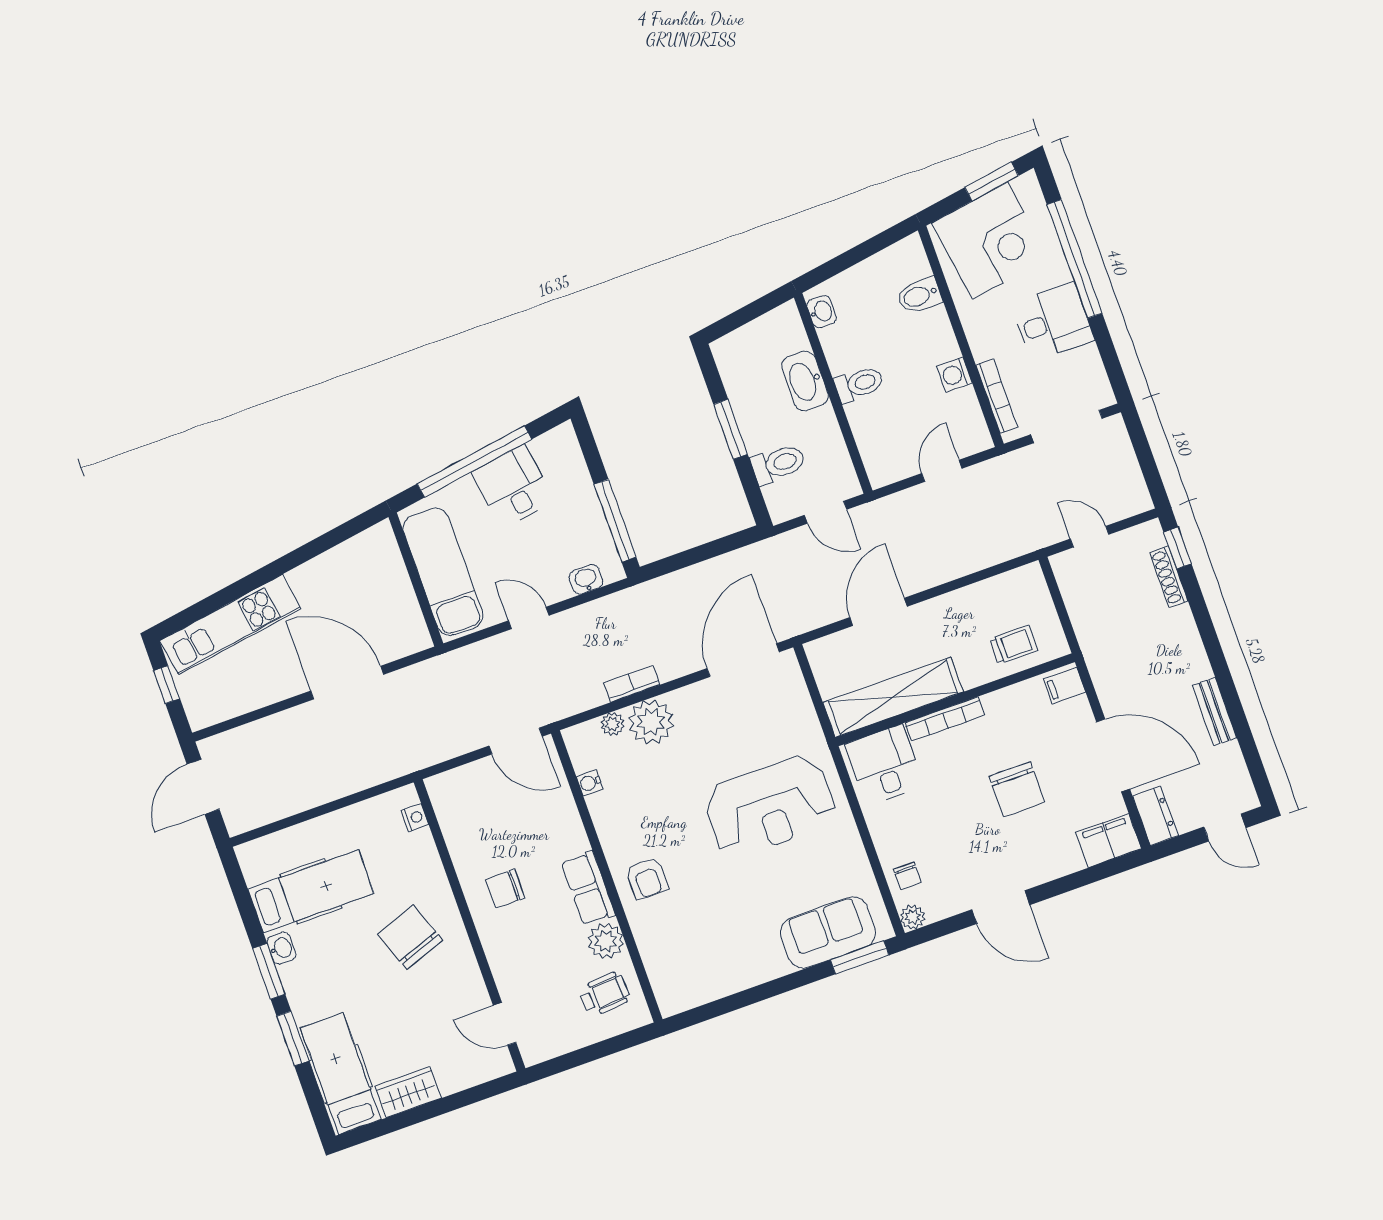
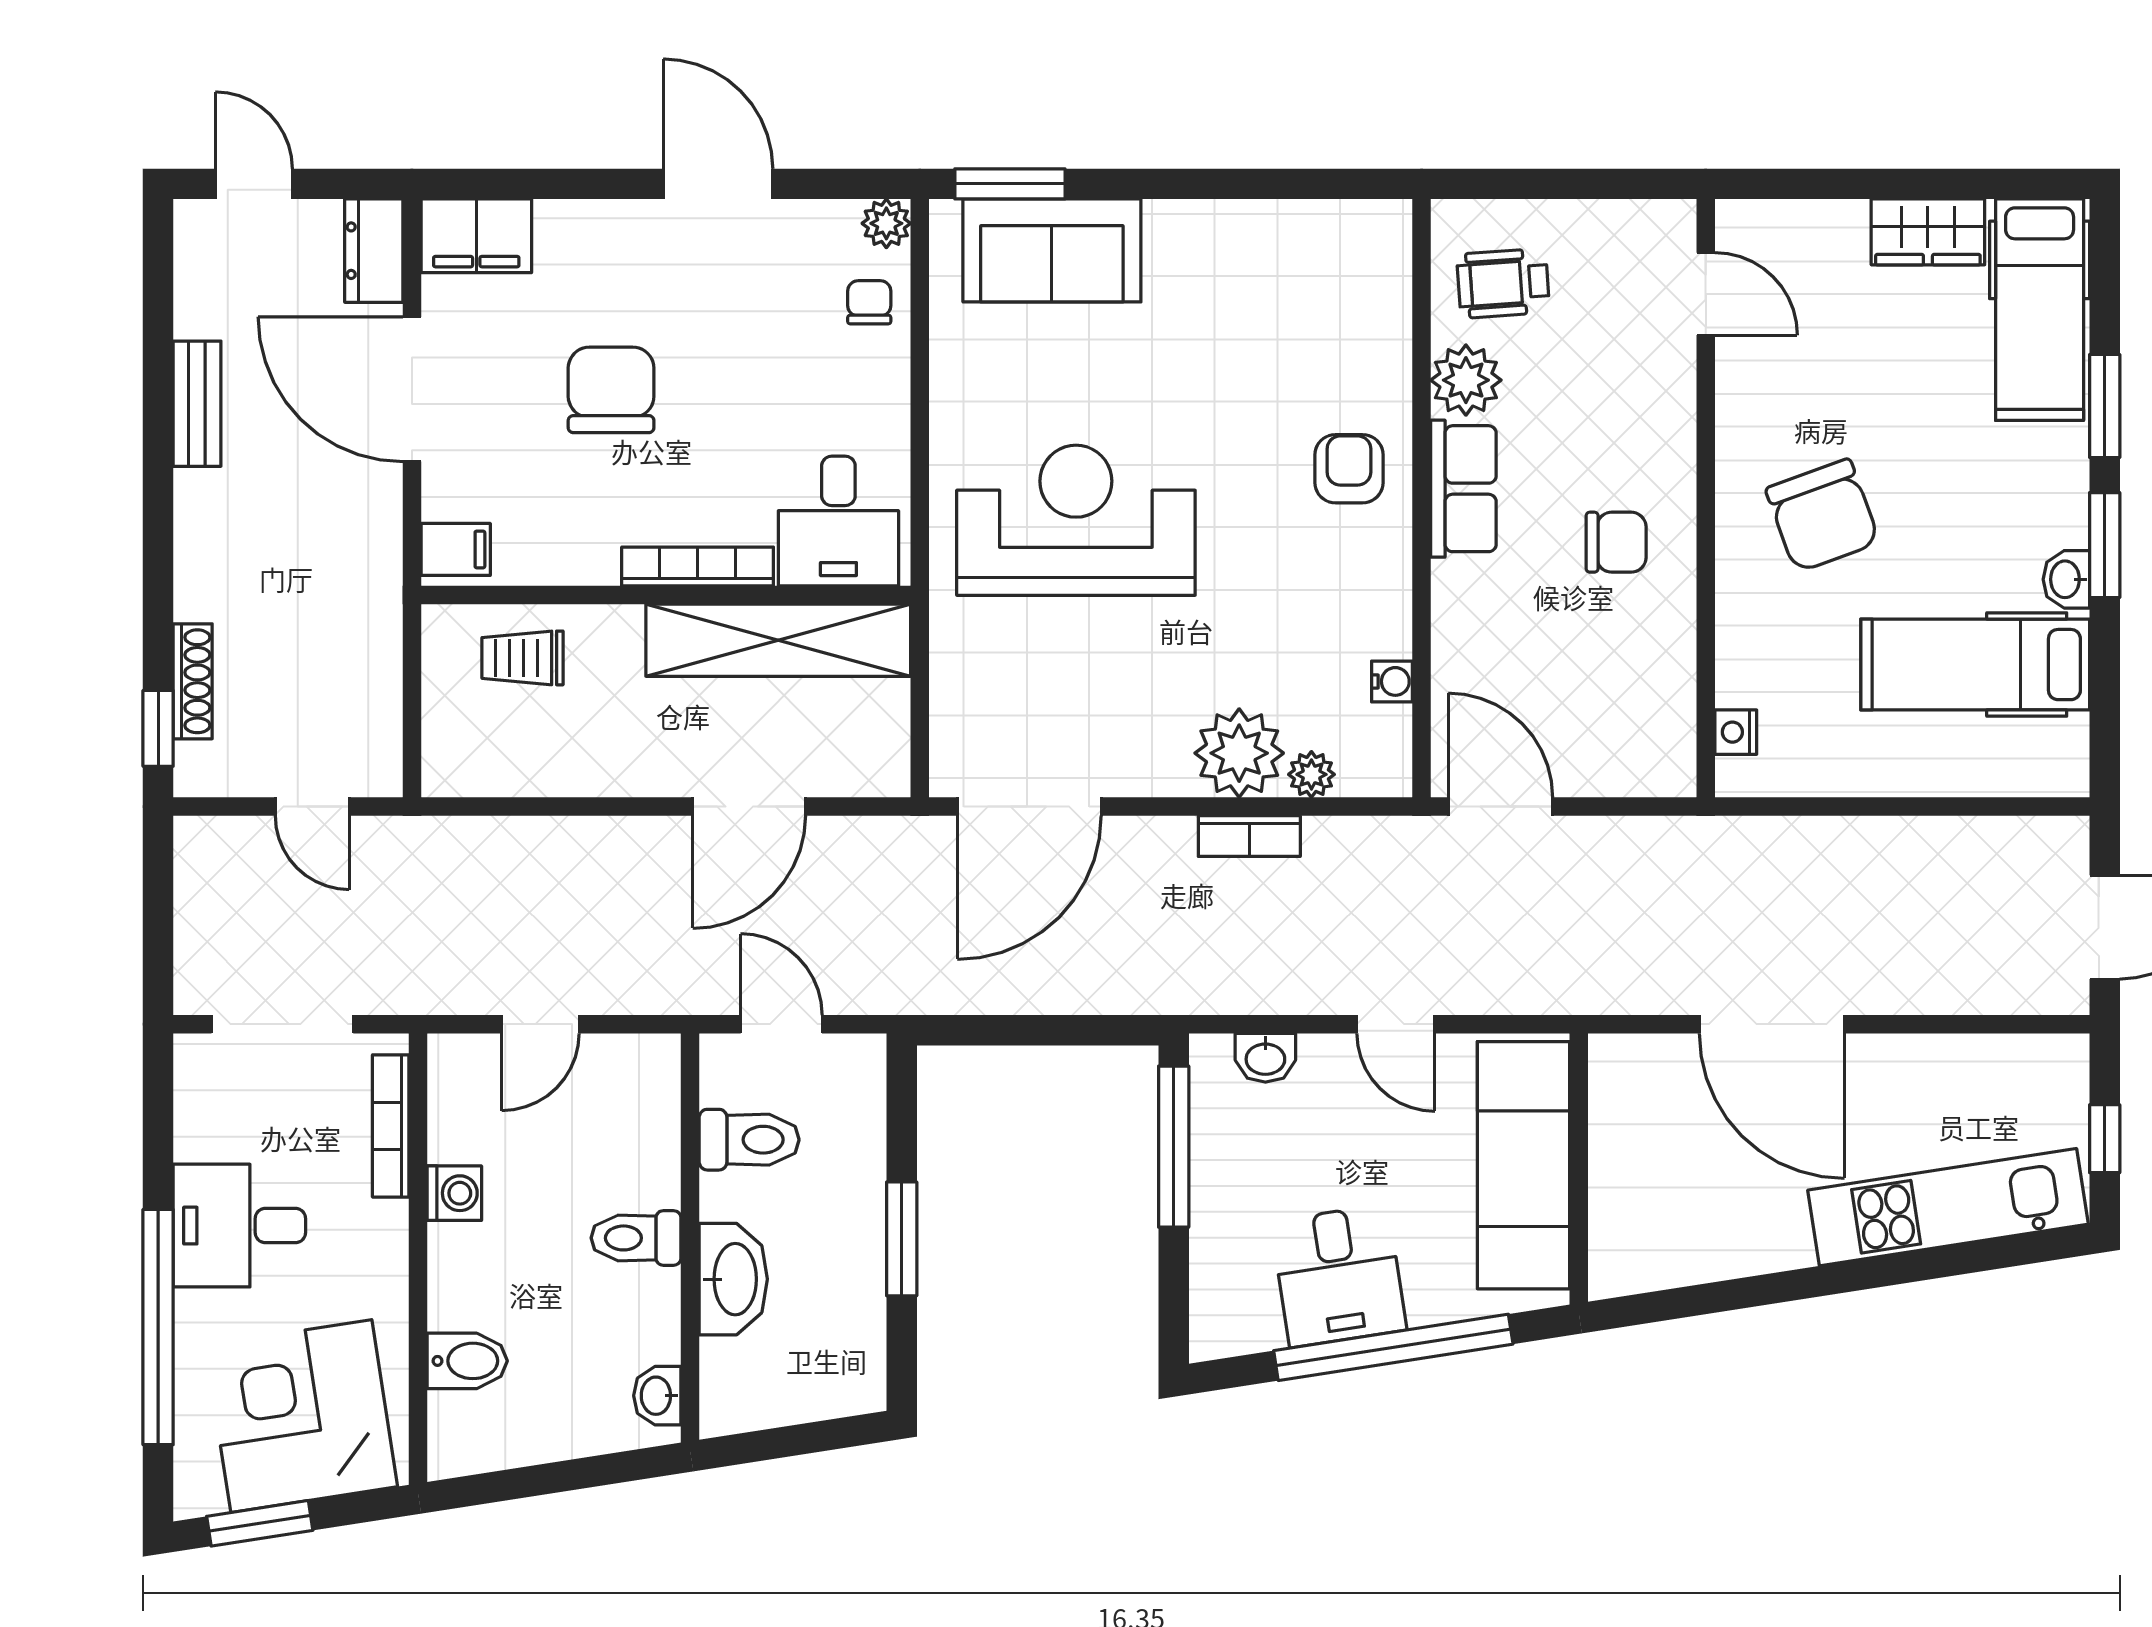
toilet: (778, 464) -> (749, 1140), moved, turned 180

